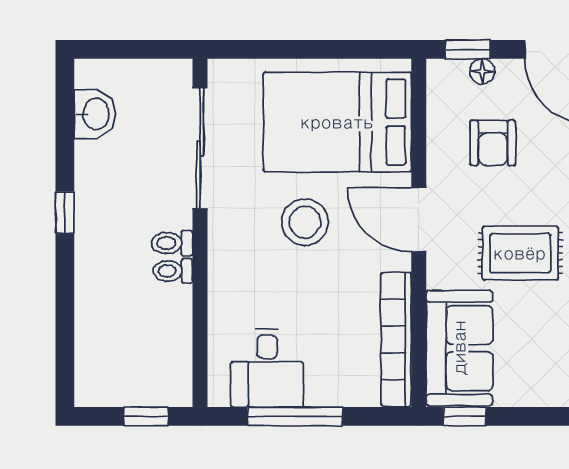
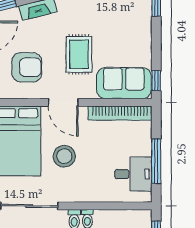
armchair: (493, 143) -> (27, 67), width x1.38, depth x1.38
door: (419, 220) -> (63, 102), hinge flipped

